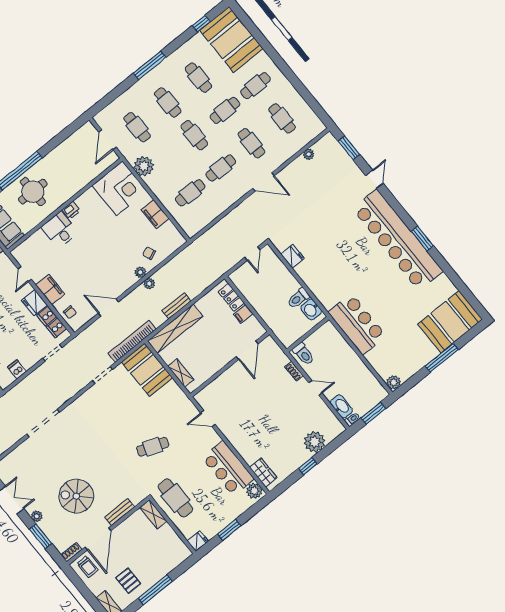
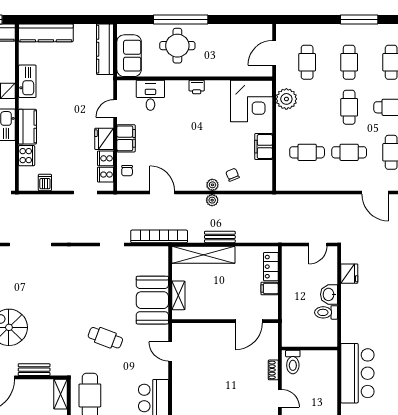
desk: (60, 230) -> (150, 95), moved
washbasin: (311, 310) -> (329, 294), moved
booth: (147, 370) -> (152, 300), moved

